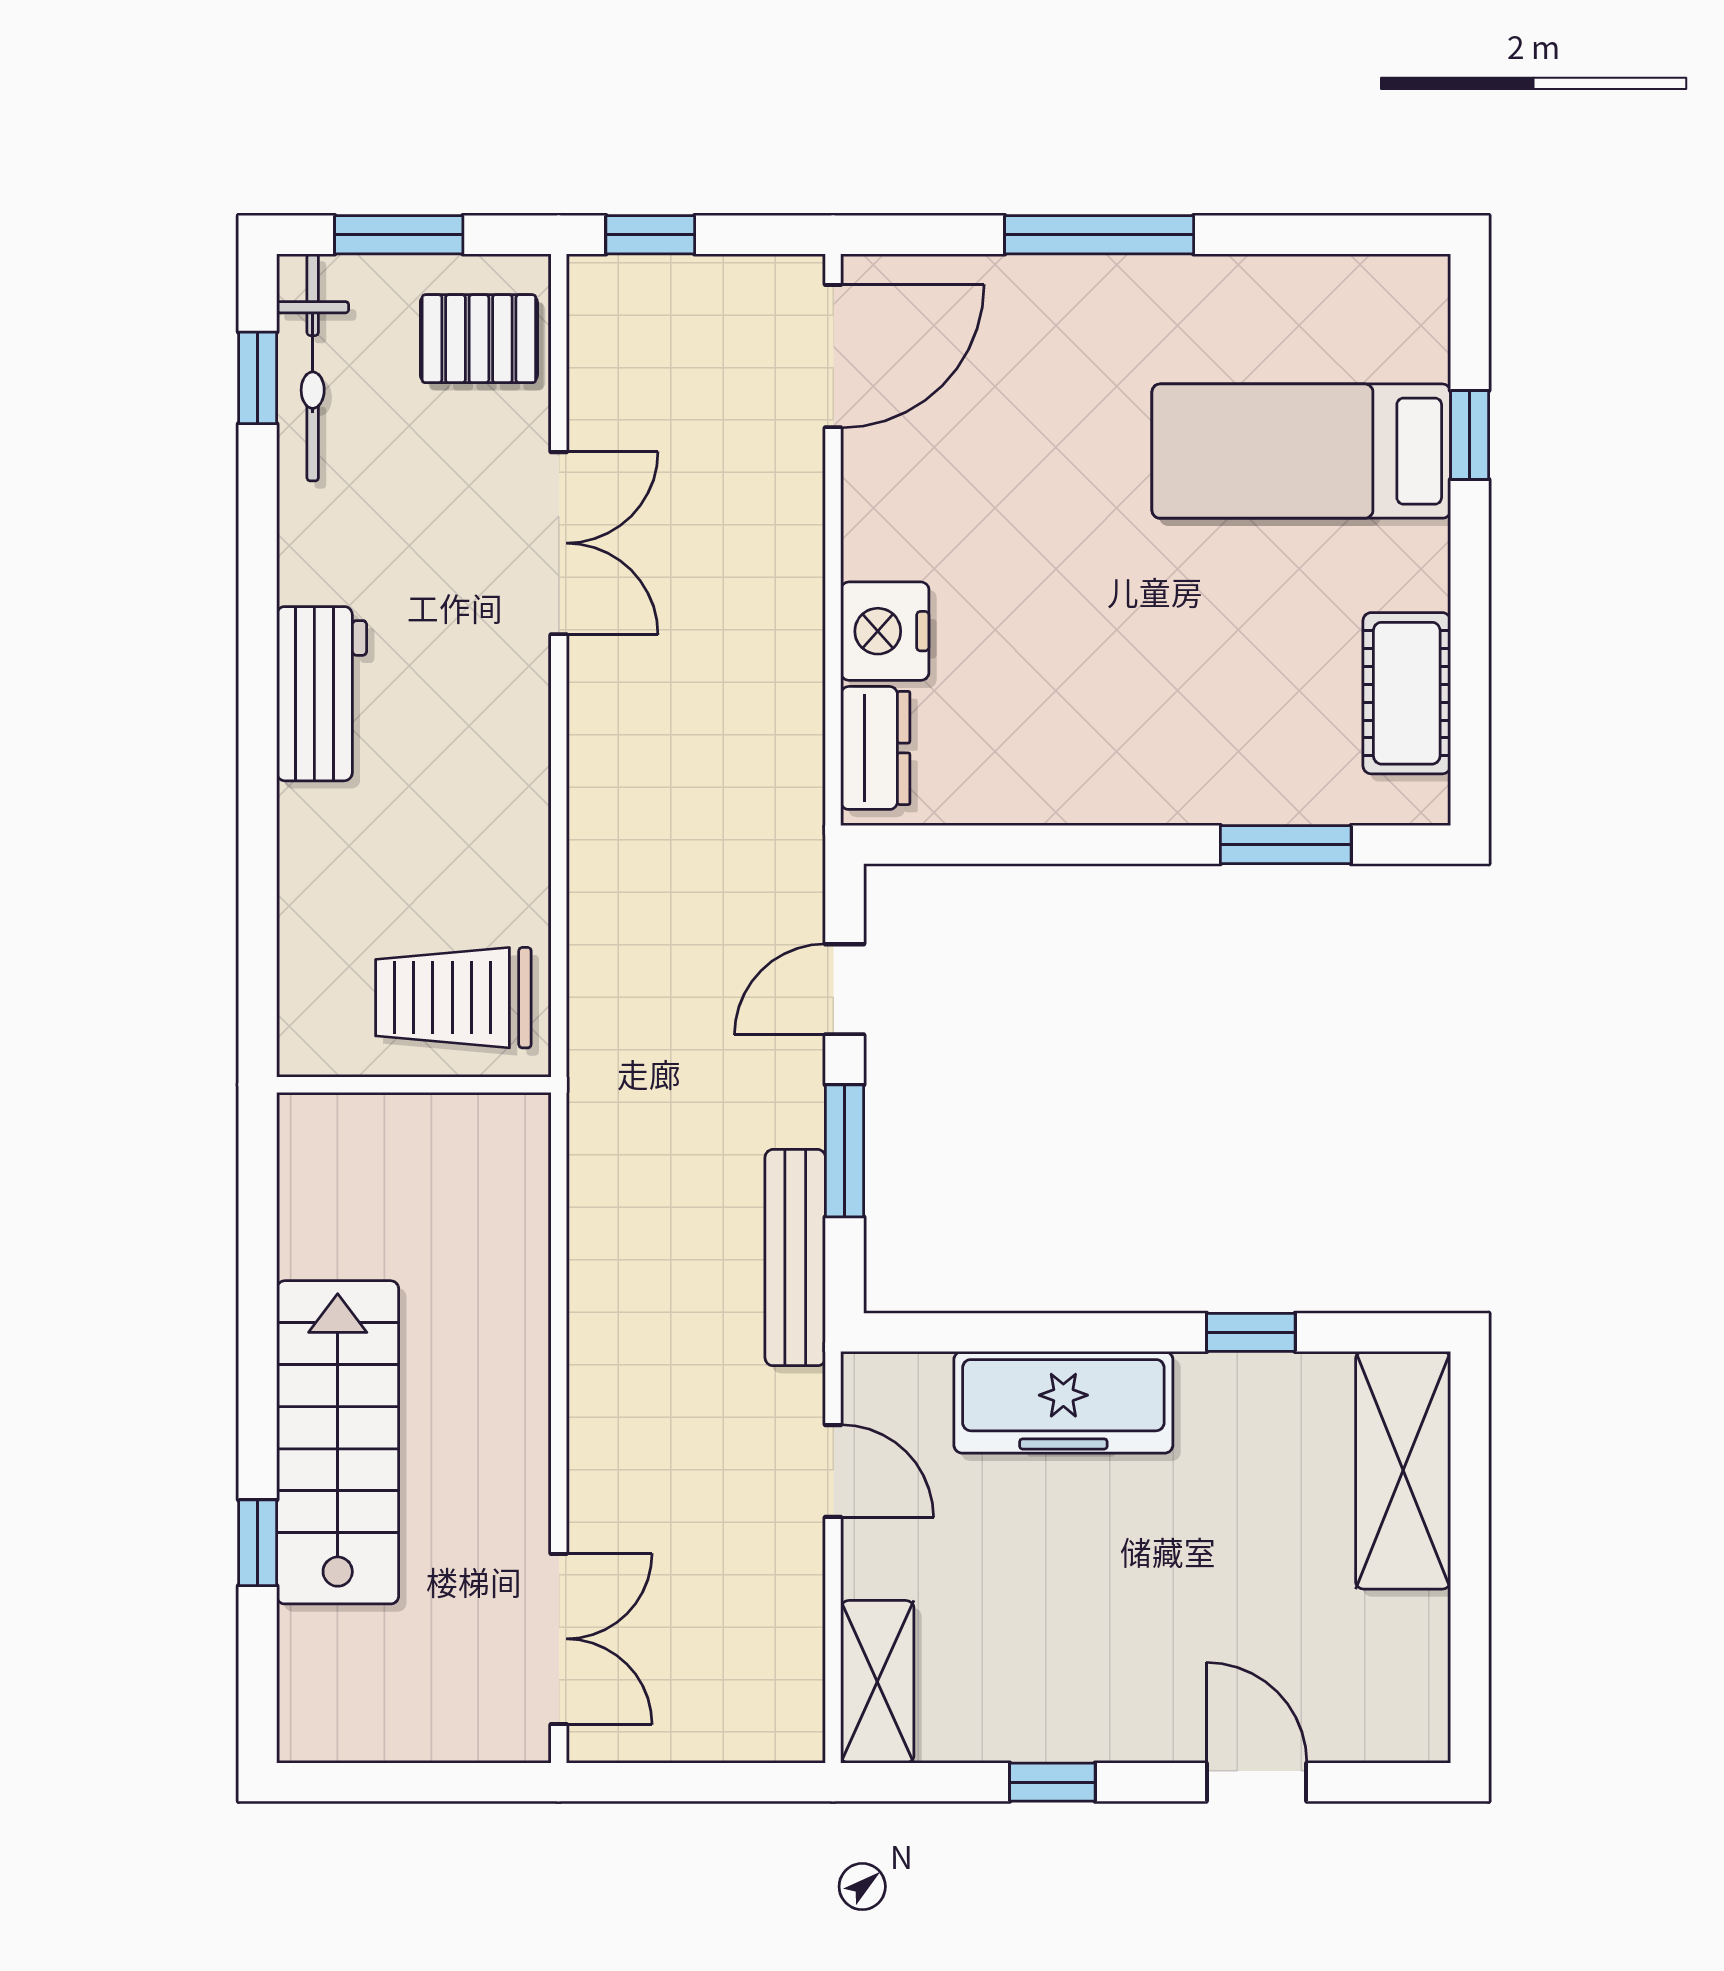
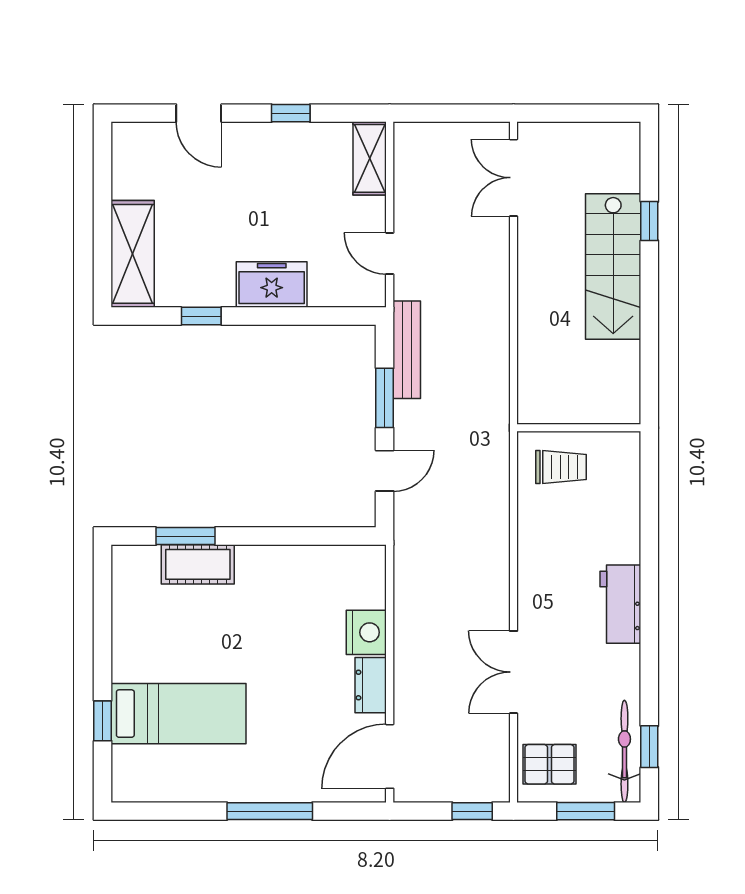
cot: (1407, 693) -> (198, 564), moved, turned 90
dresser: (875, 748) -> (371, 685), moved
trolley: (453, 998) -> (561, 467), width x0.73, depth x0.72
freezer: (1063, 1402) -> (272, 284), width x0.71

